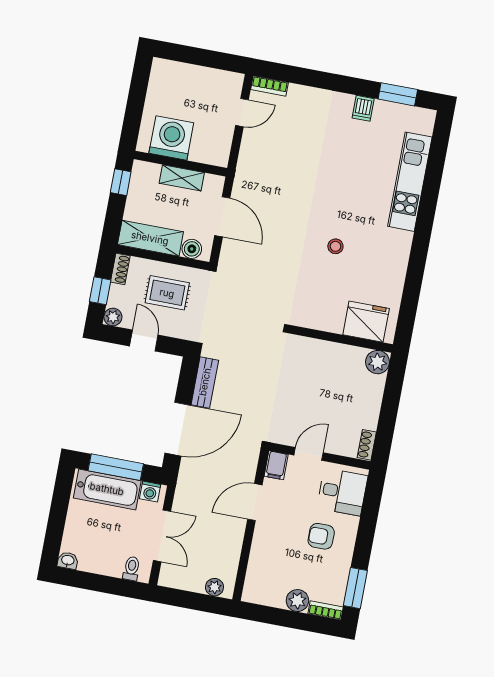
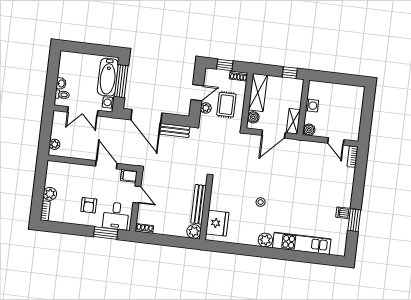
window: (398, 94) -> (354, 220), moved
washing machine: (171, 138) -> (312, 105), width x0.53, depth x0.53
boiler: (219, 156) -> (309, 130), added
shelving: (182, 178) -> (293, 121), moved
plant: (400, 243) -> (265, 240), added
plant: (113, 317) -> (206, 108), moved
bench: (332, 351) -> (199, 204), added
armchair: (321, 536) -> (89, 205), turned 180
washbasin: (68, 561) -> (61, 83), moved
window: (355, 588) -> (106, 233), moved

